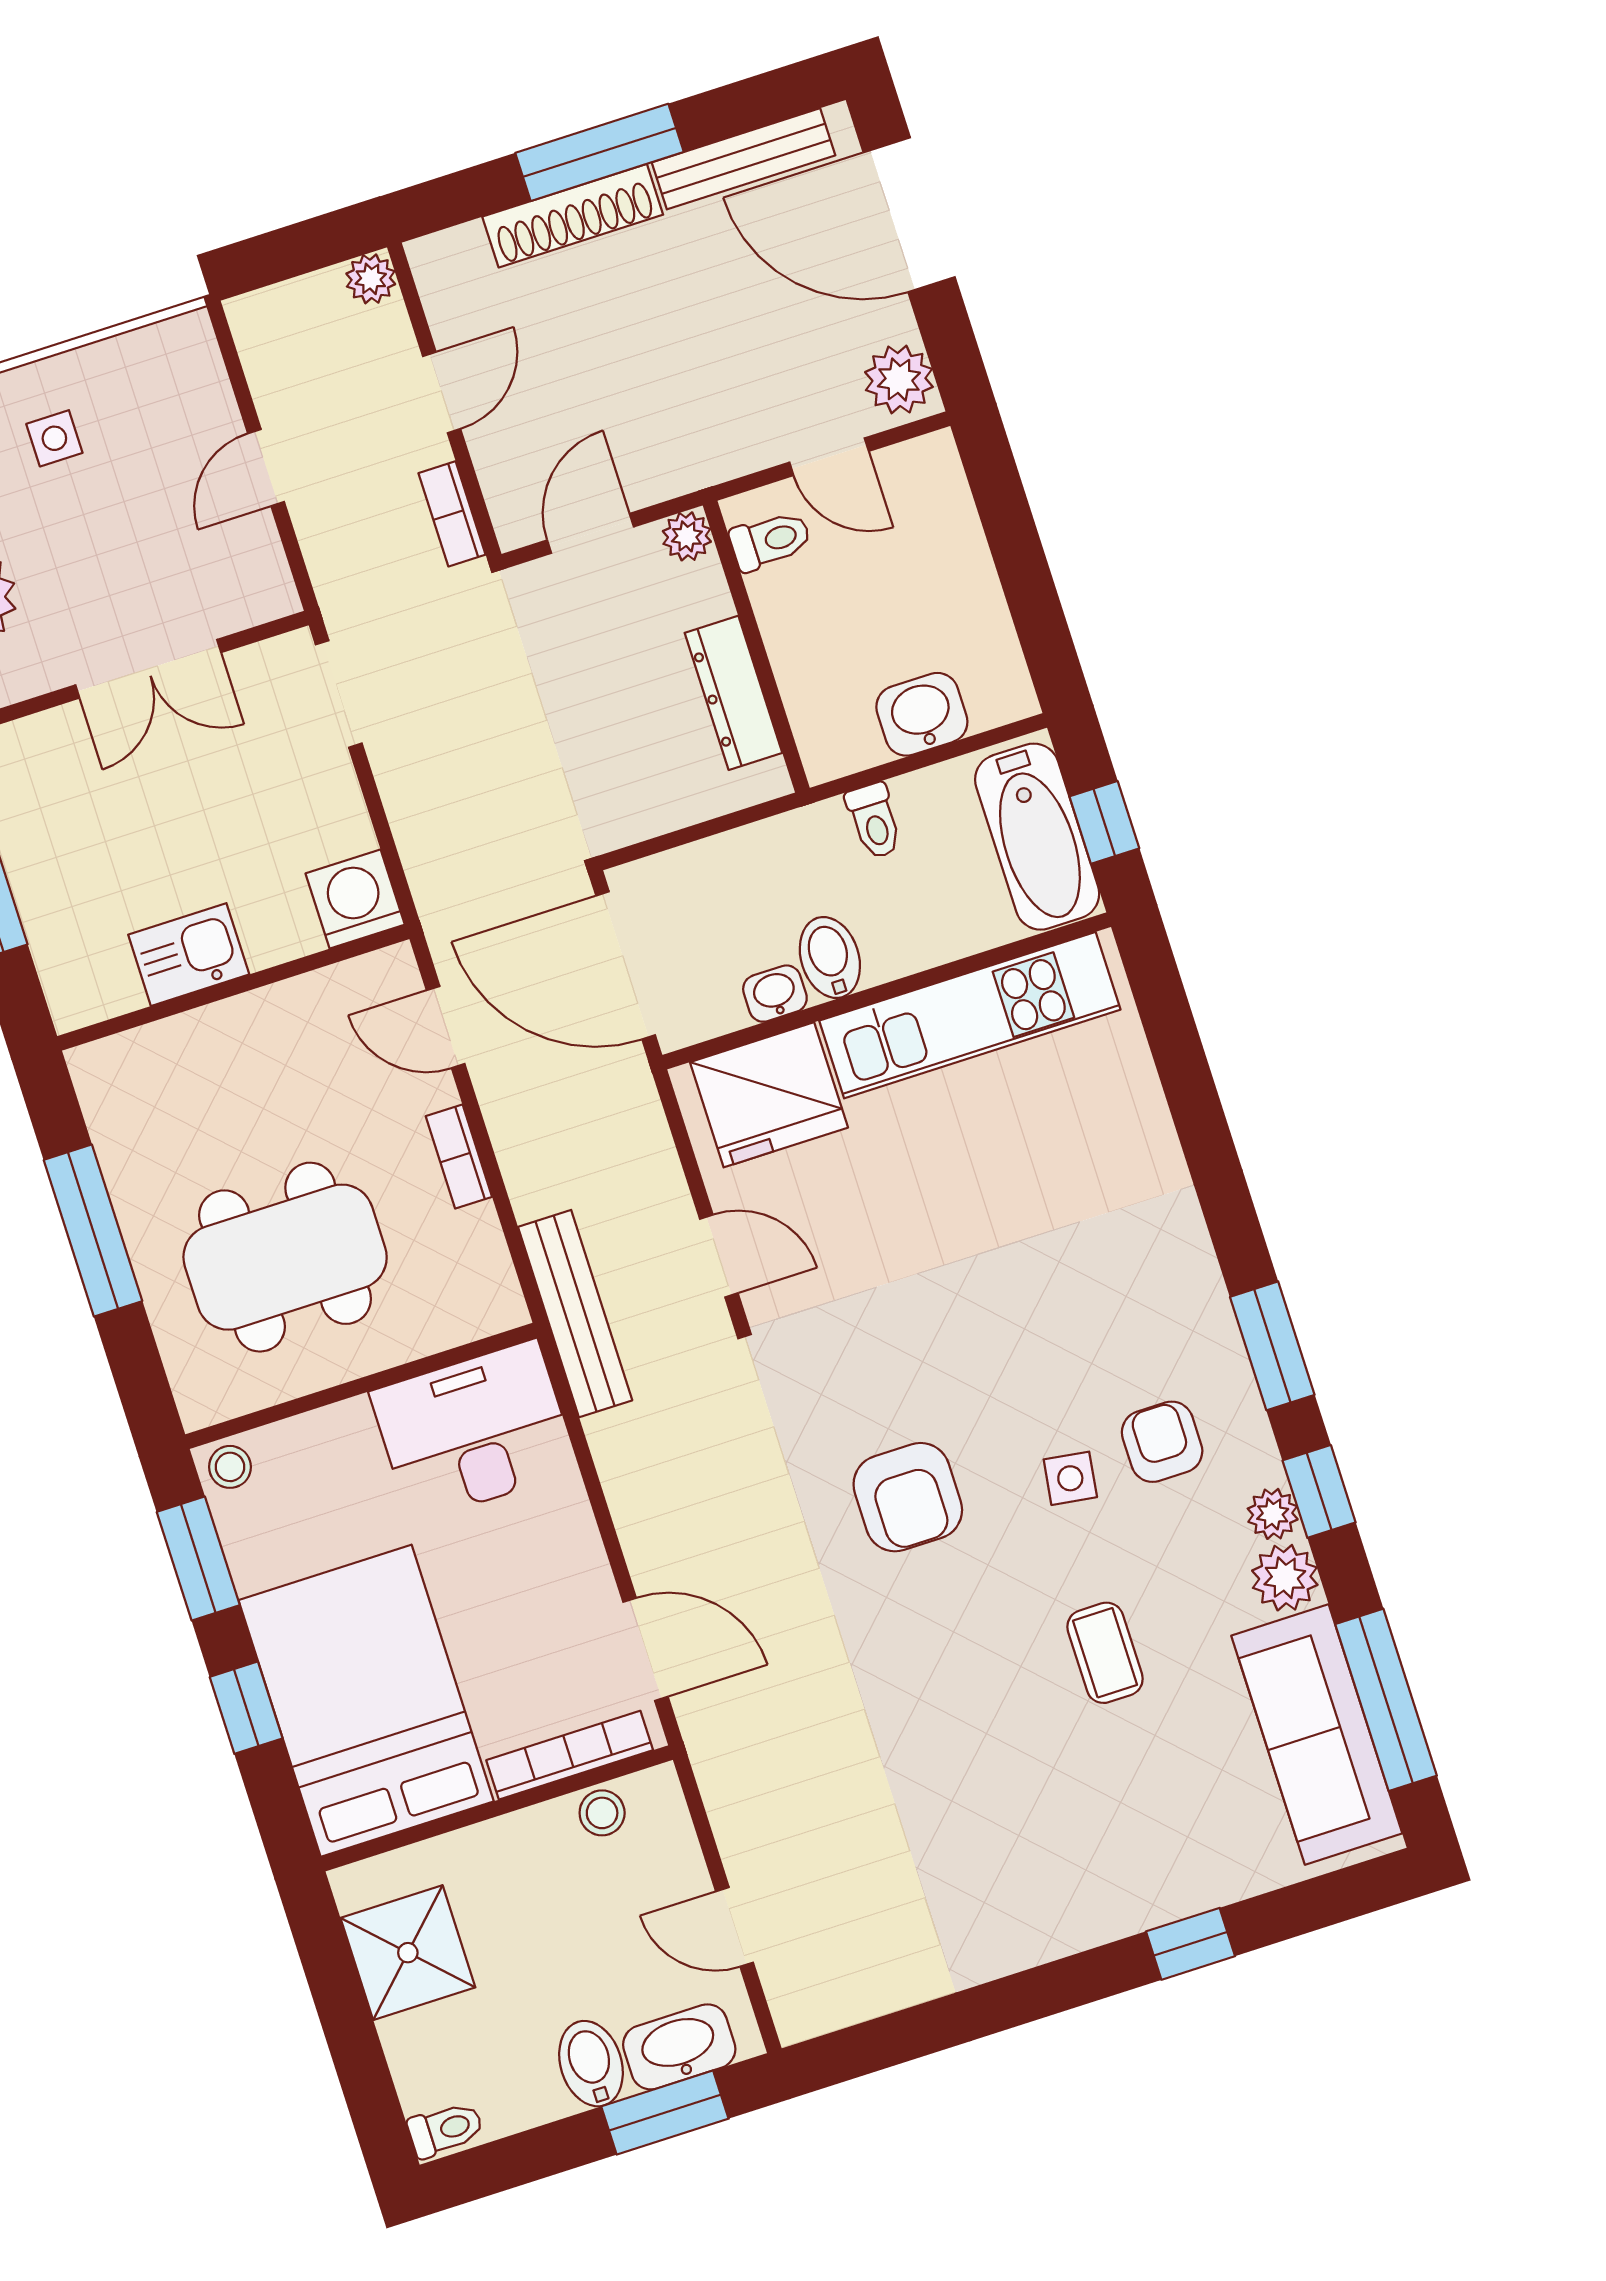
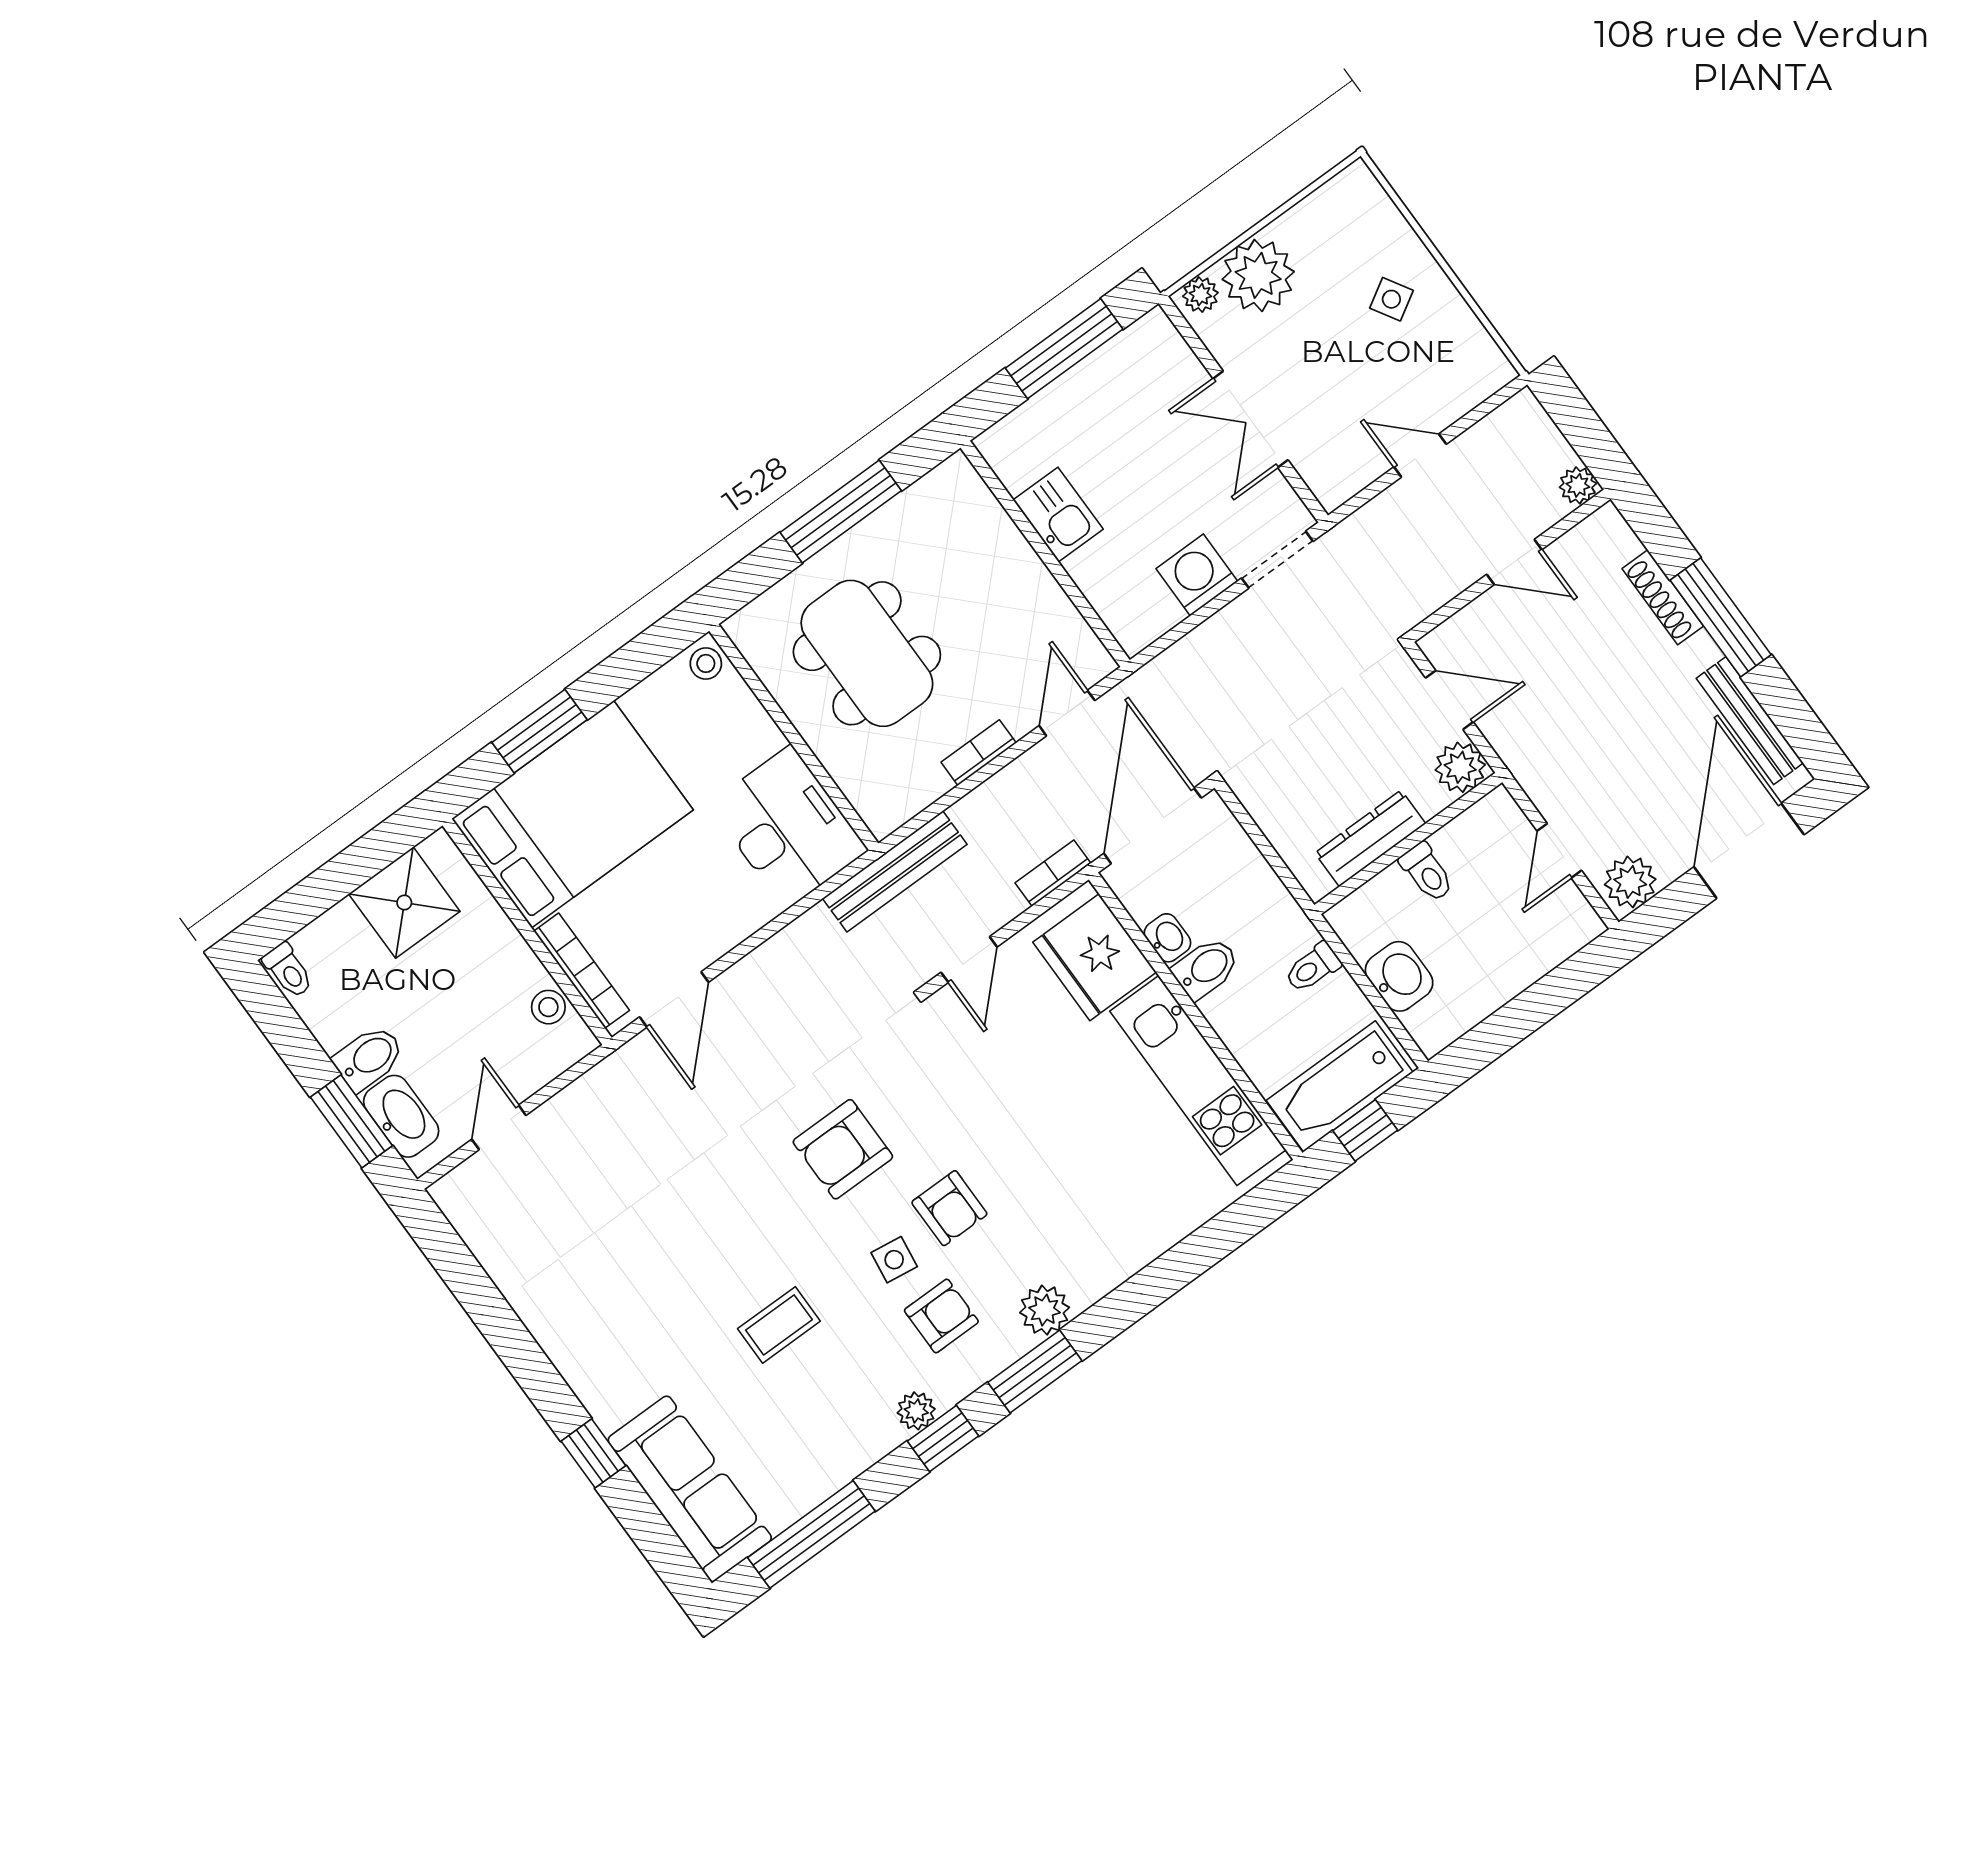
shoe rack: (573, 216) -> (1663, 597), width x0.74, depth x0.81
side table: (54, 438) -> (1391, 299), turned -31
bookcase: (452, 514) -> (1053, 873), moved
plant: (687, 536) -> (1460, 767), width x1.38, depth x1.38
toilet: (770, 541) -> (1427, 872), moved
washing machine: (355, 899) -> (1197, 575), moved, turned -90
armchair: (1028, 1386) -> (949, 1208), added
window: (198, 1559) -> (634, 662), removed
plant: (1285, 1578) -> (1045, 1310), moved
window: (246, 1708) -> (540, 731), width x1.50
sofa: (1317, 1735) -> (690, 1489), moved, turned 90

